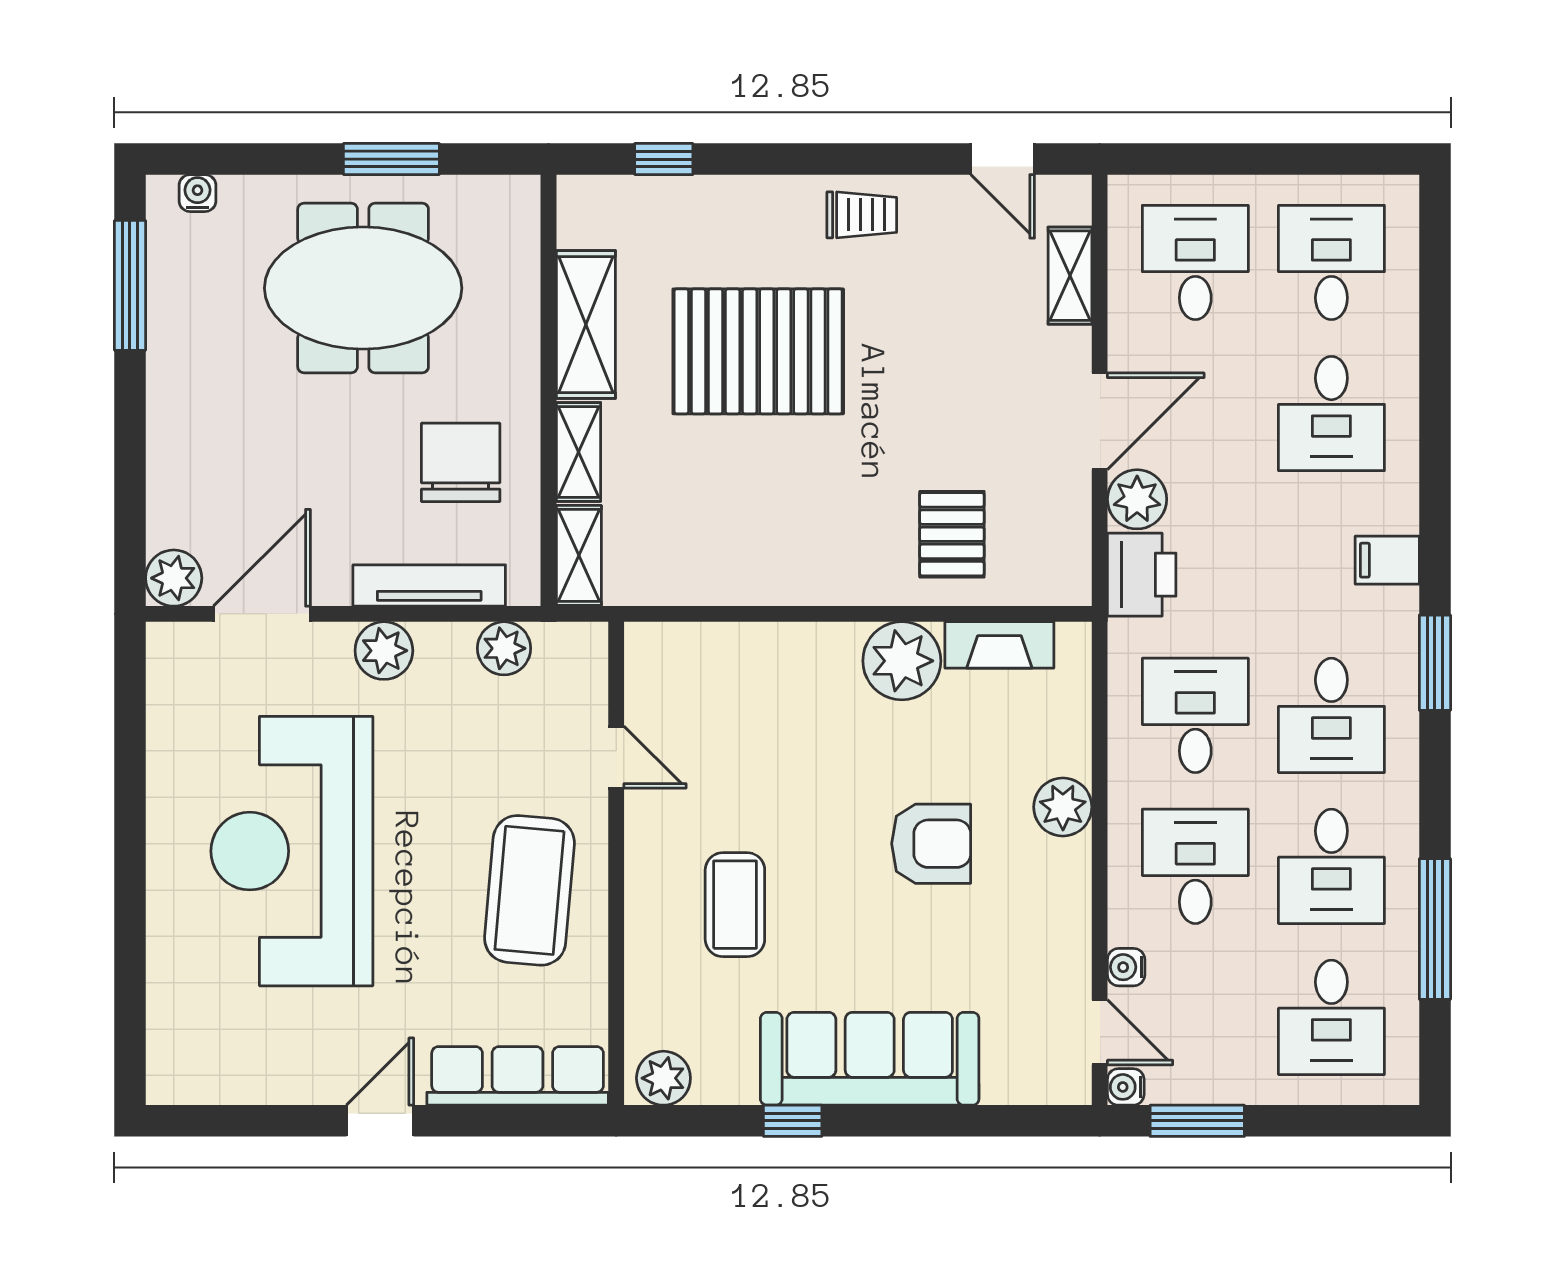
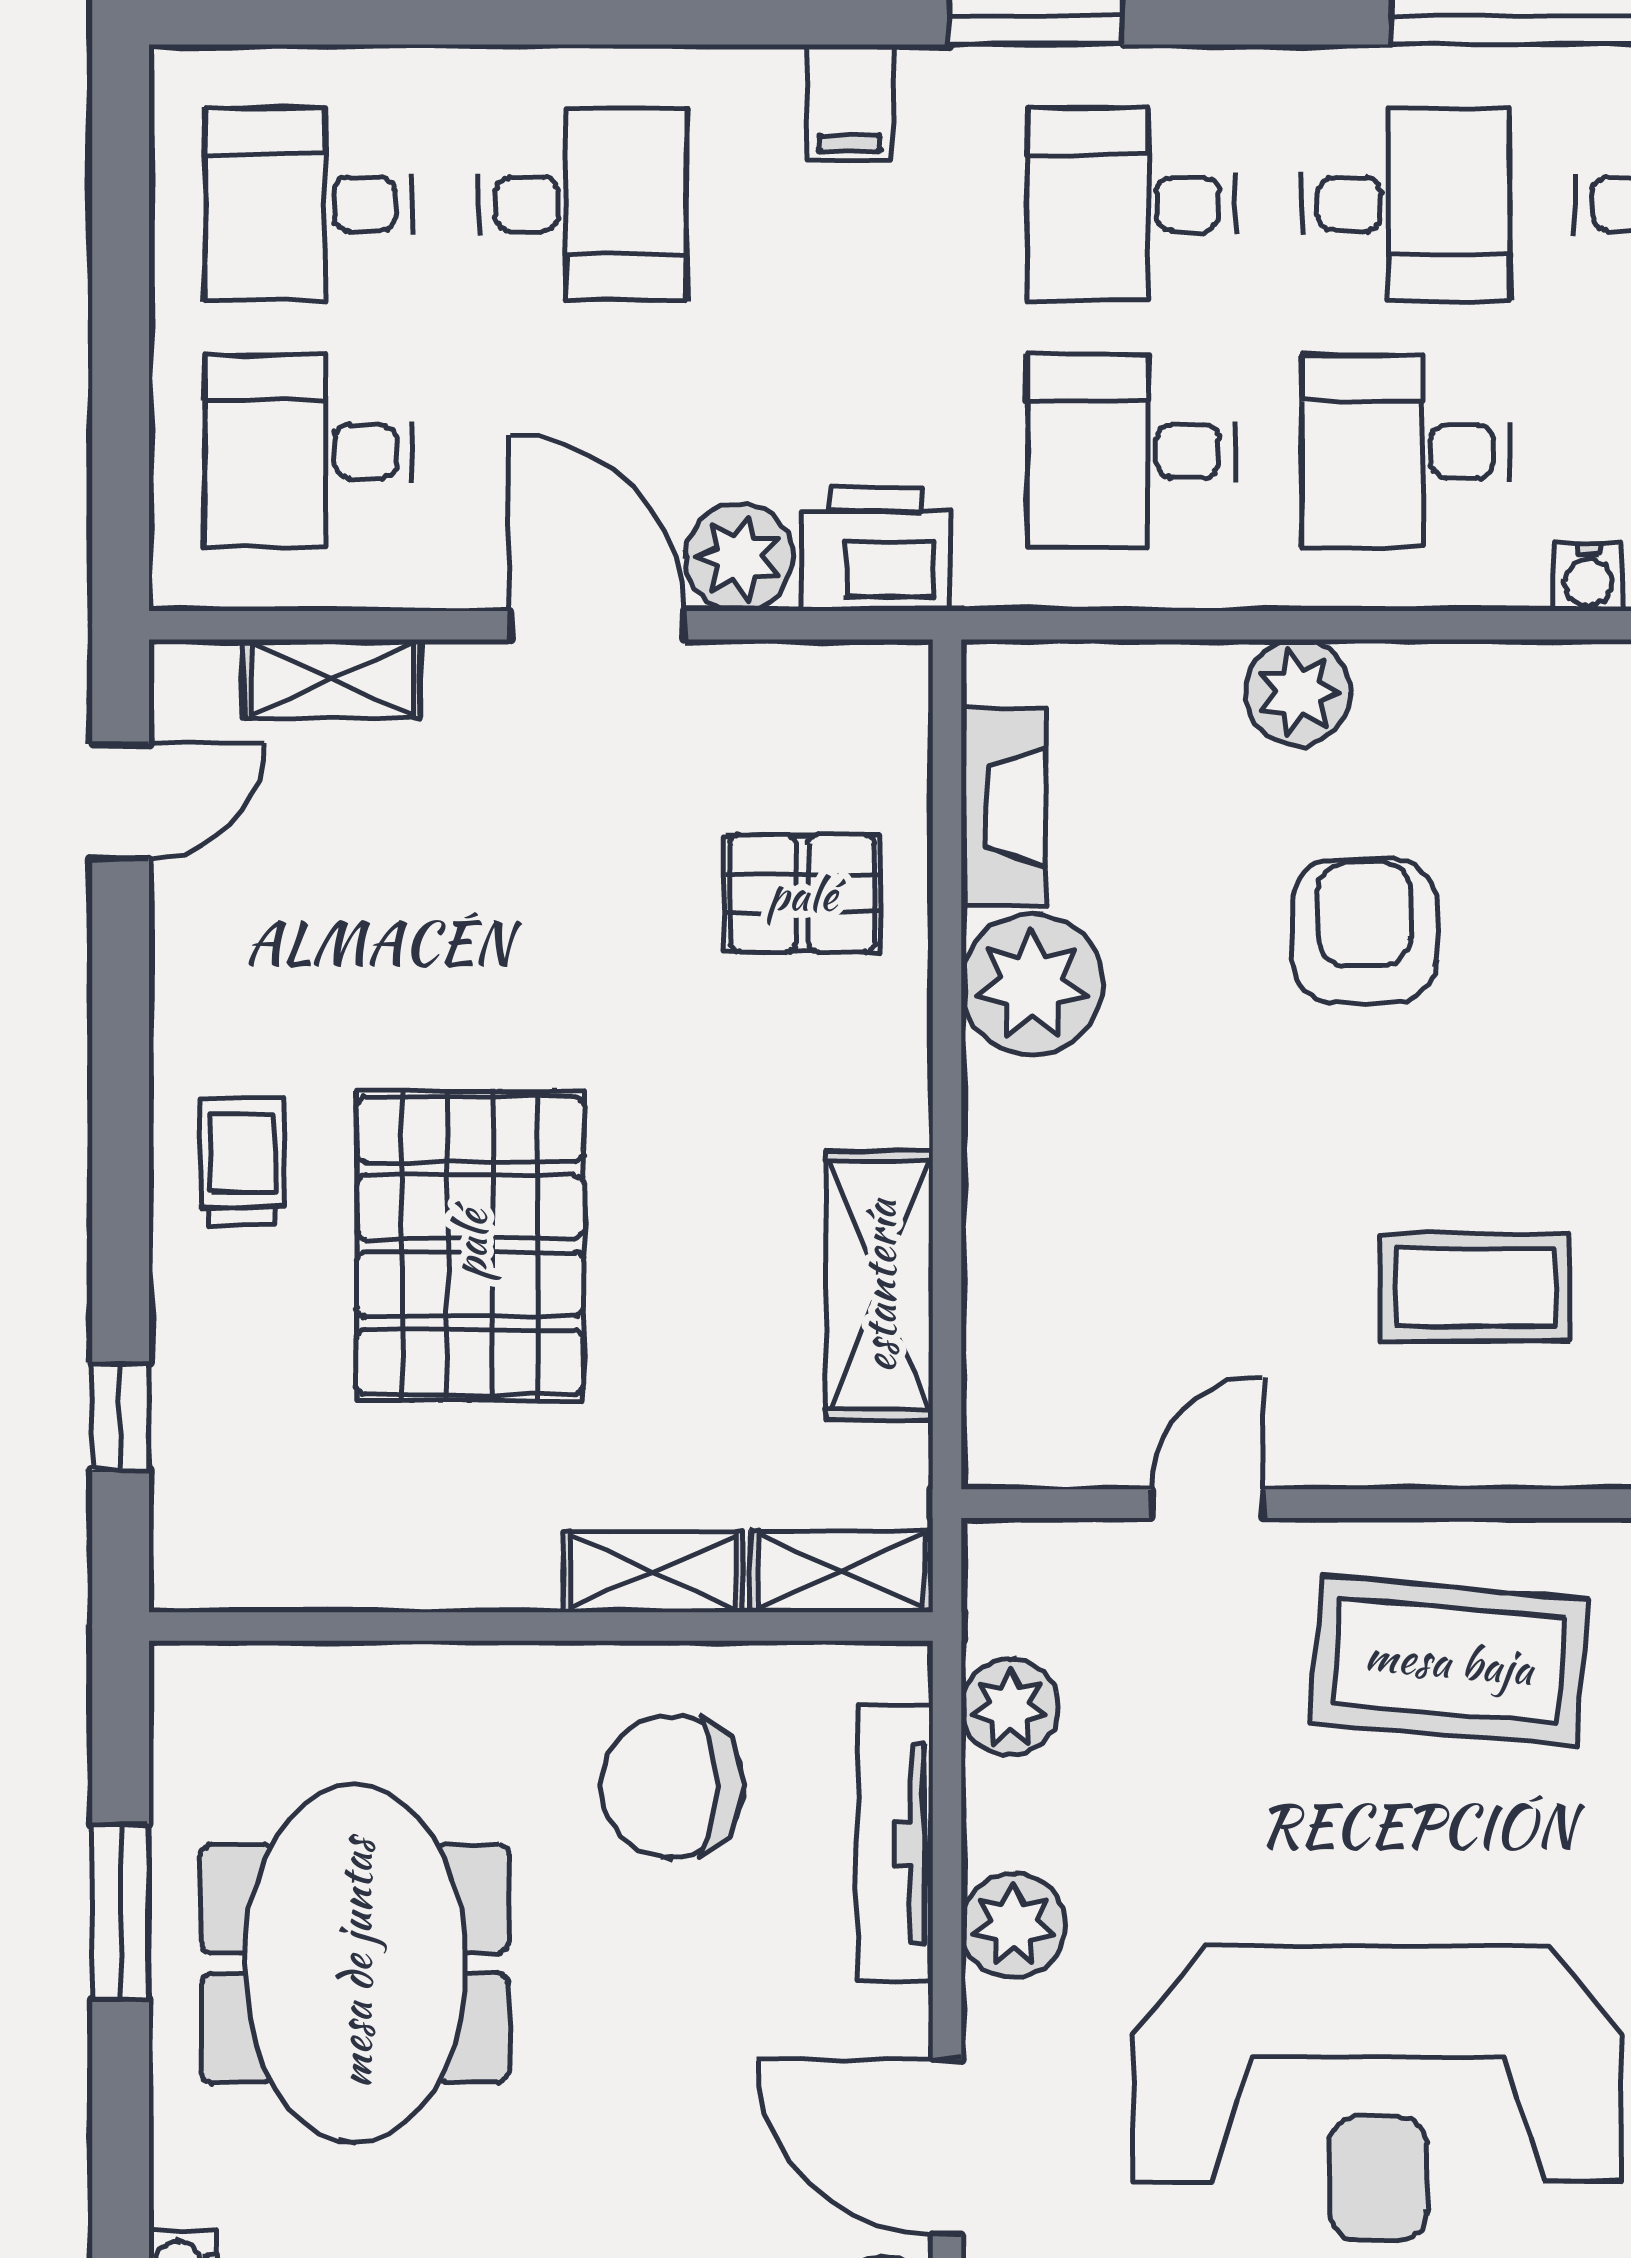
trolley: (862, 215) -> (242, 1162), moved
shelving: (586, 325) -> (879, 1286), moved, turned 90
desk: (1331, 715) -> (1131, 204), turned 180

